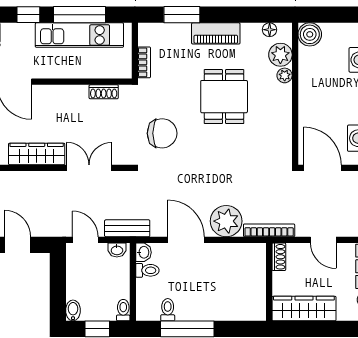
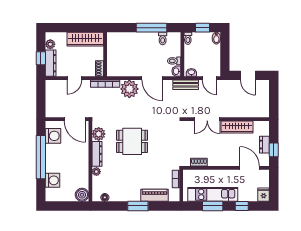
window: (80, 15) -> (213, 206), width x0.69
window: (182, 15) -> (138, 206), moved
piano: (216, 33) -> (155, 195), moved
plant: (280, 55) -> (99, 134), moved
dining table: (224, 97) -> (132, 141), moved, turned 90
dresser: (283, 106) -> (97, 154), added
chair: (162, 133) -> (166, 139), removed
door: (323, 240) -> (74, 78), swing flipped

